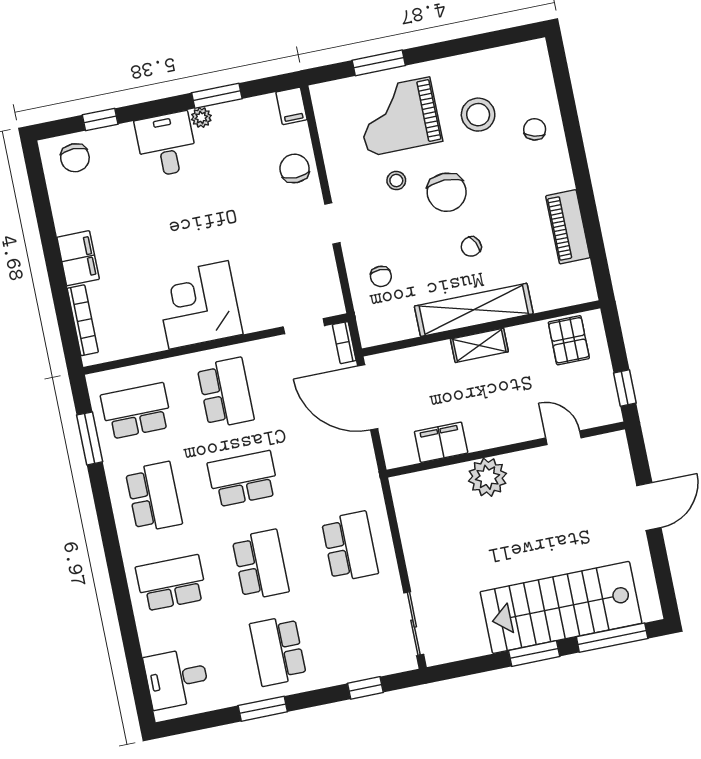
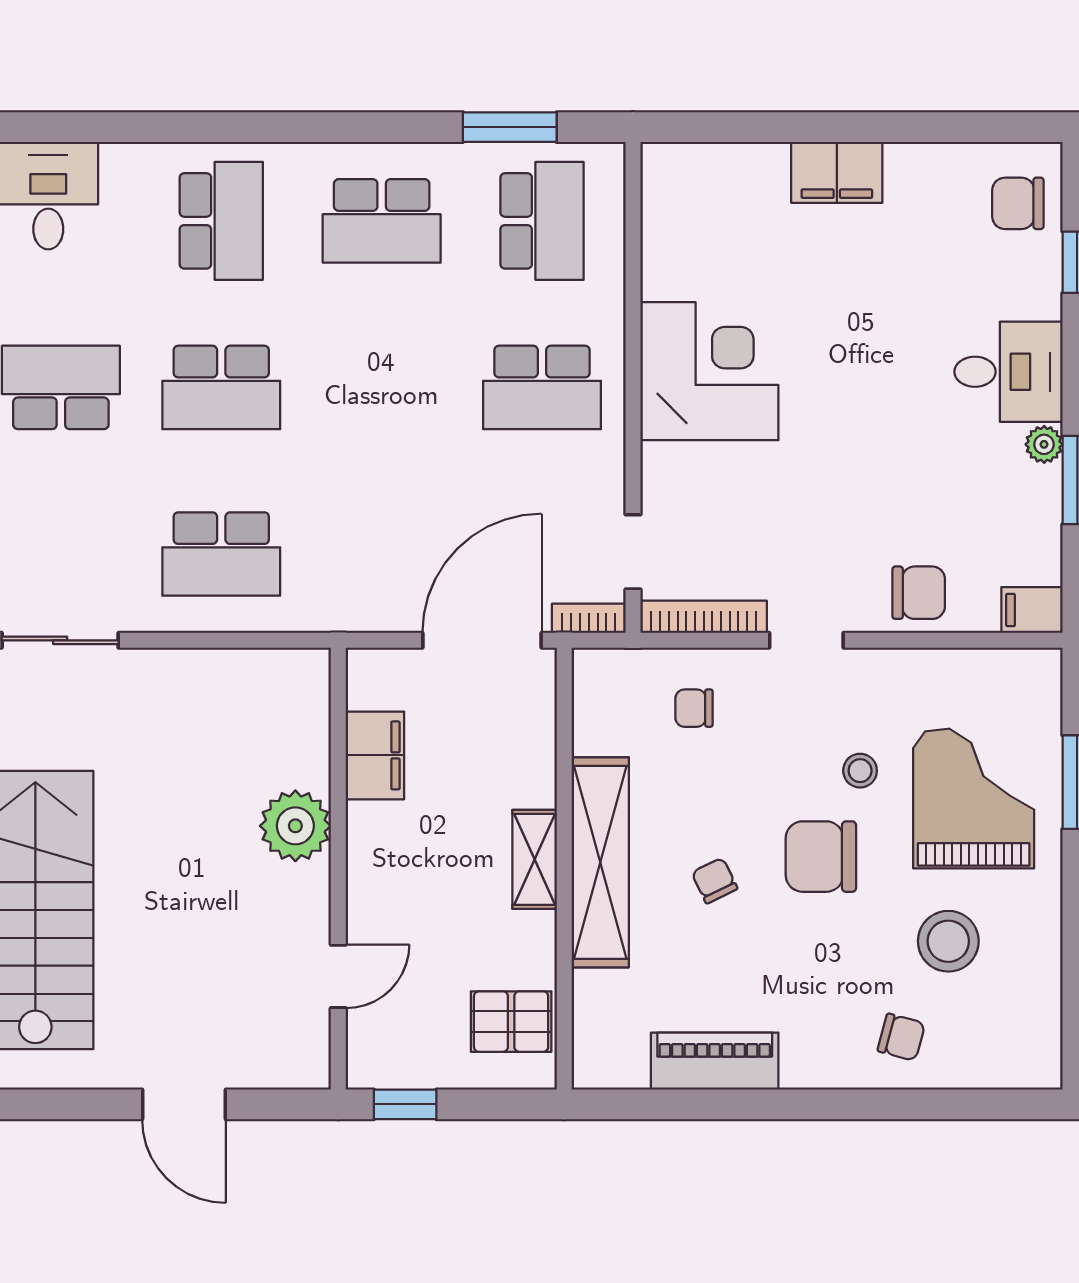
bookcase: (83, 320) -> (704, 617), moved, turned 180
school desk: (243, 479) -> (382, 387), removed

